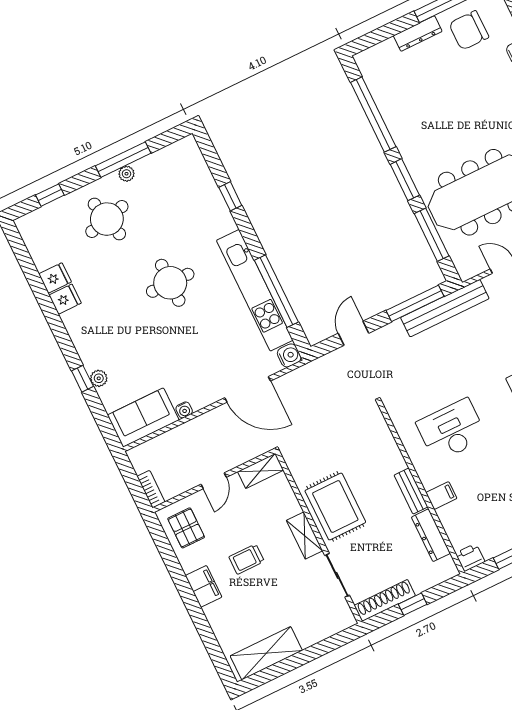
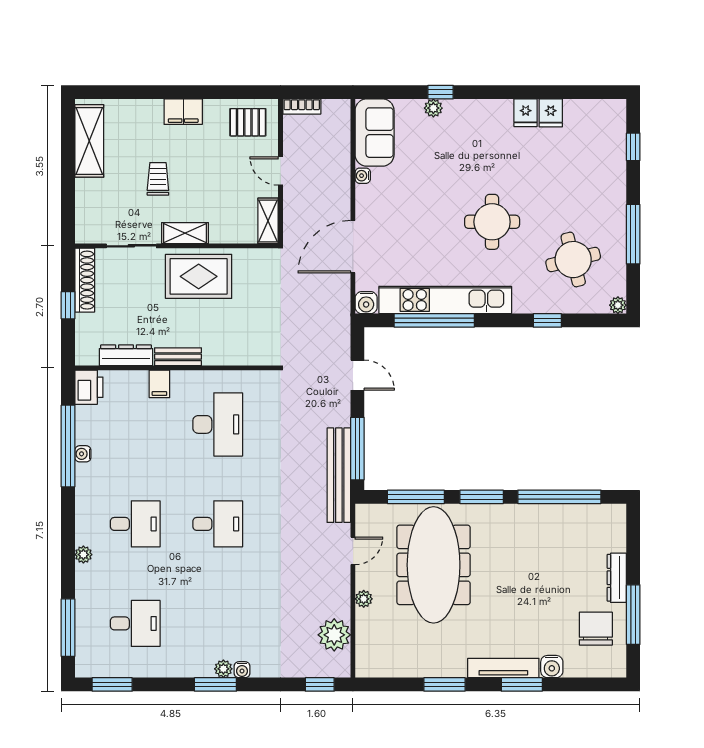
plant: (126, 174) -> (618, 305), moved
round table: (107, 219) -> (573, 260), moved
printer: (470, 557) -> (89, 387), width x1.36, depth x1.24
trolley: (247, 559) -> (158, 179), moved

